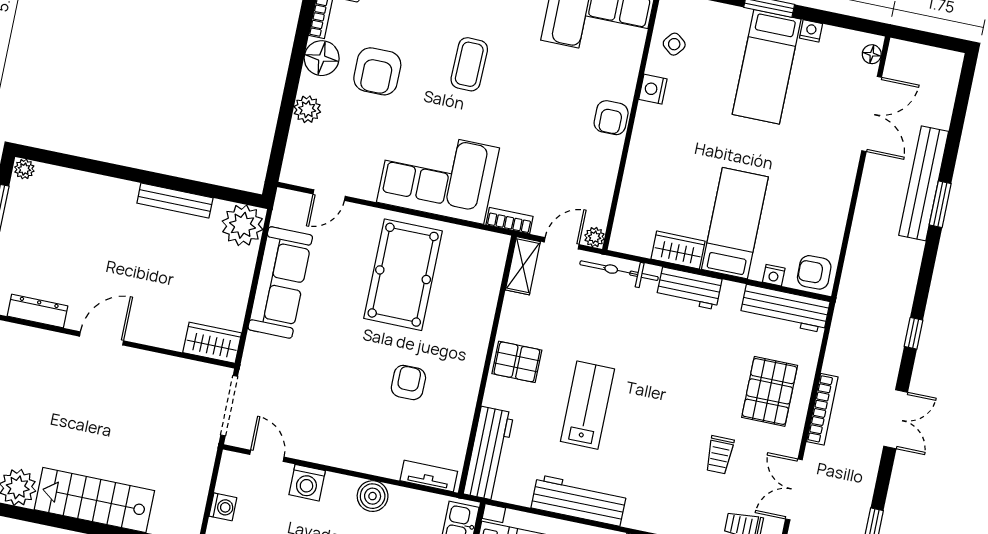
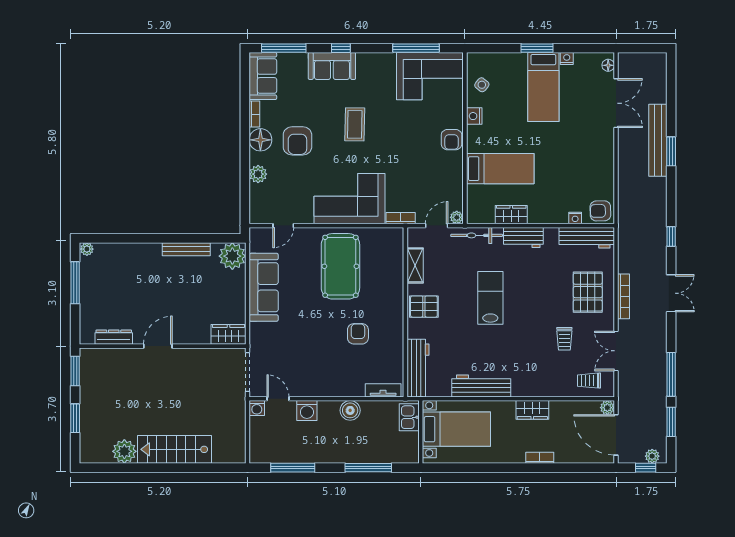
bed: (735, 223) -> (500, 169), moved, turned 90
shelving: (523, 266) -> (415, 265), moved
lab bench: (587, 405) -> (490, 298), moved
washing machine: (223, 507) -> (257, 408), moved, turned 90

